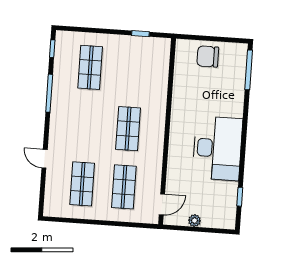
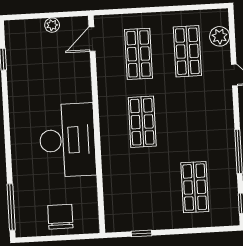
chair: (208, 56) -> (60, 217), turned -90
desk: (217, 148) -> (68, 140), moved, turned 180
plant: (53, 193) -> (220, 36), added

